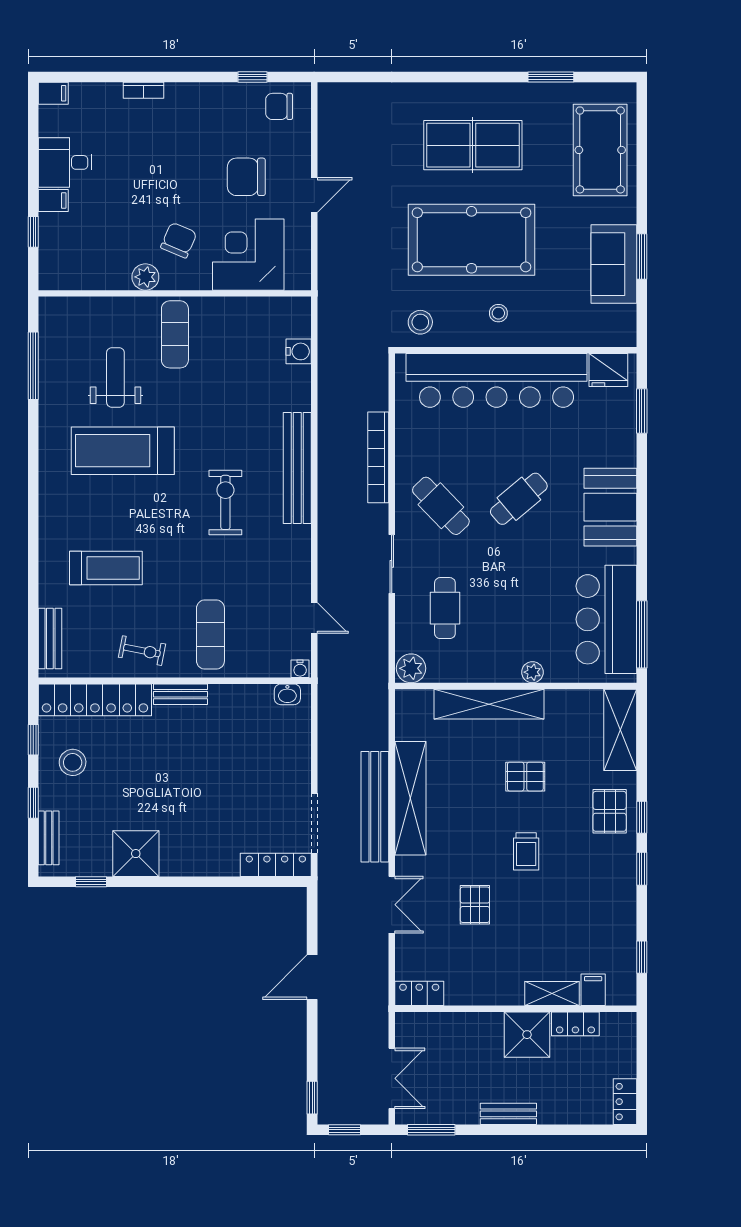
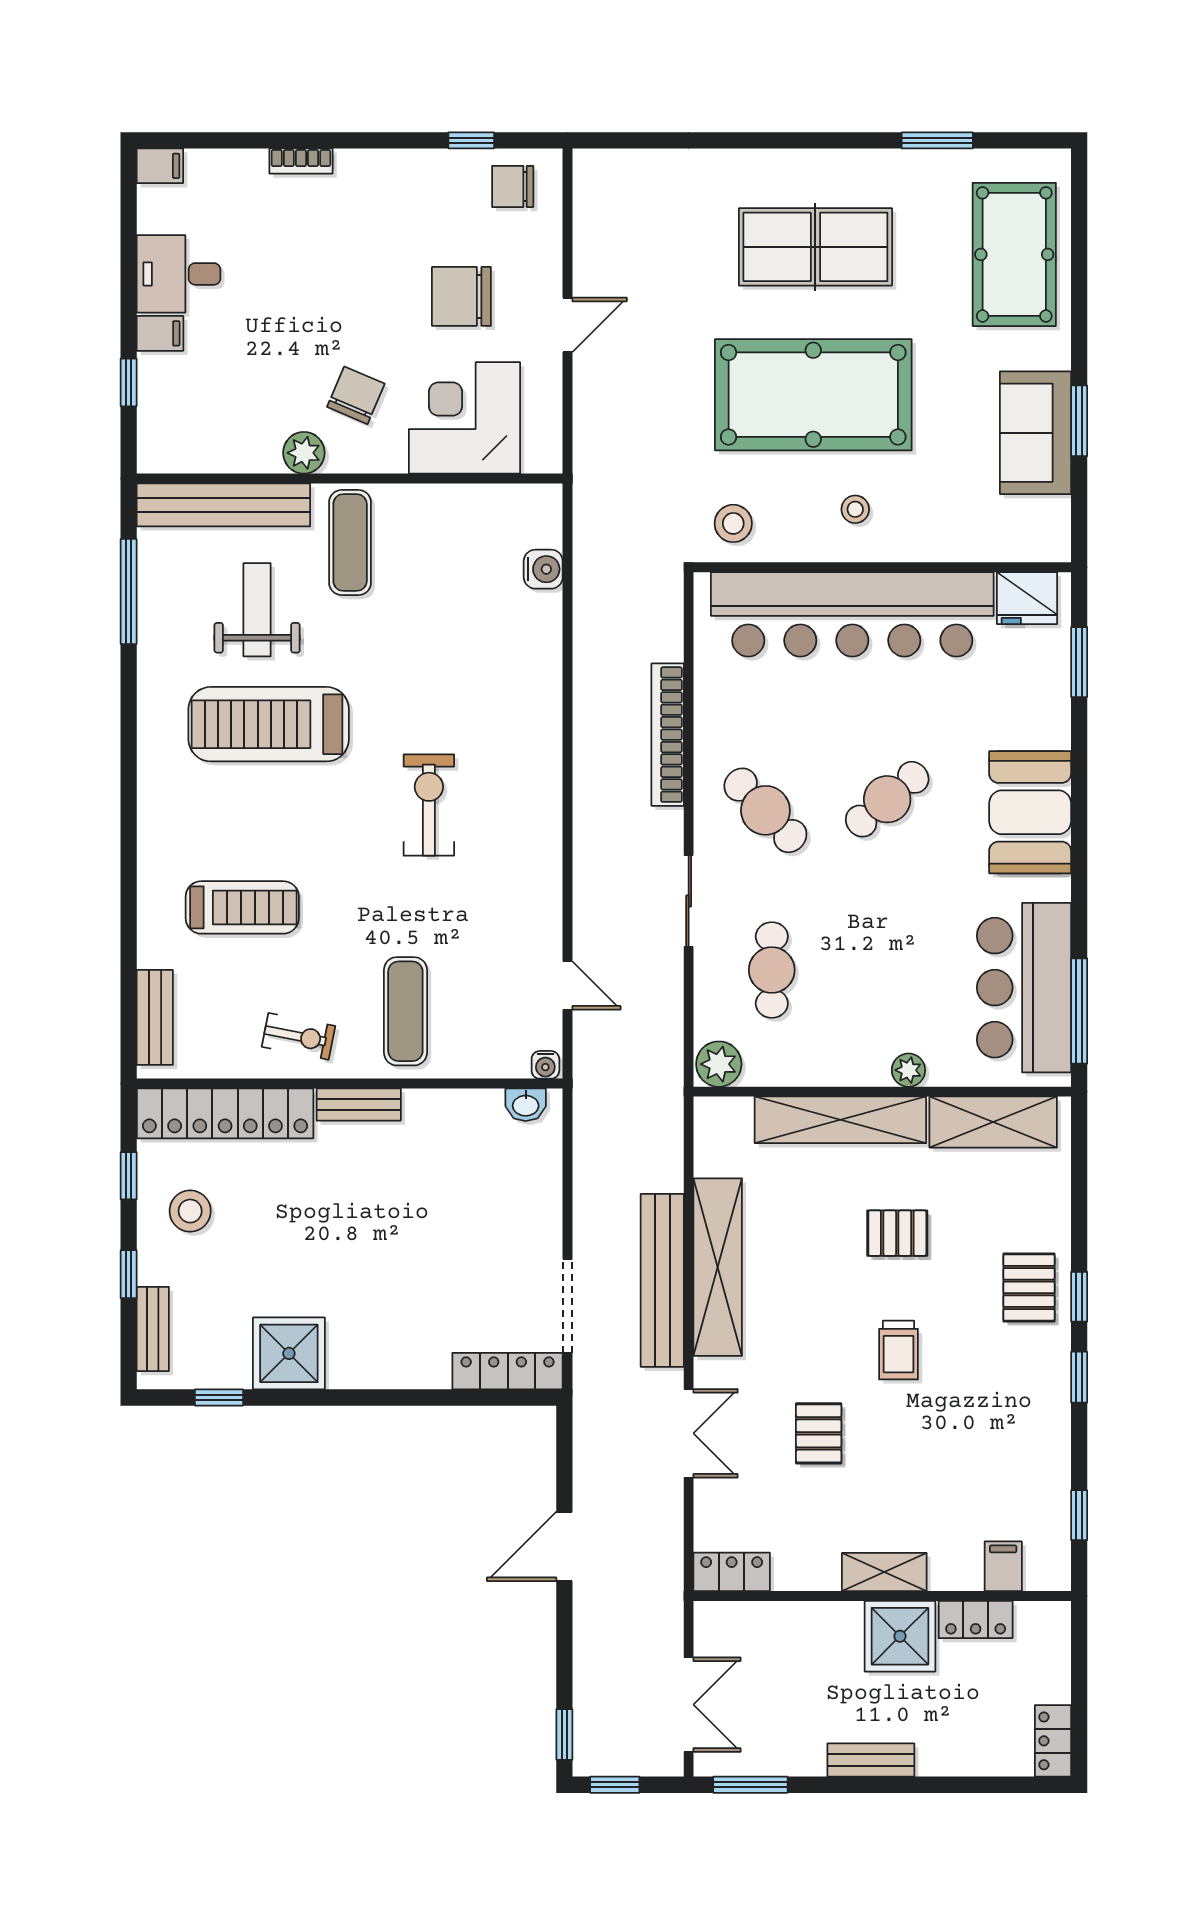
bench: (297, 468) -> (223, 505), moved, turned 90
shelving: (620, 730) -> (993, 1122), moved, turned 90
shelving: (552, 994) -> (884, 1572), moved

